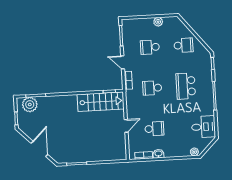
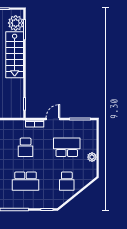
school desk: (150, 47) -> (67, 147), width x1.85
school desk: (186, 86) -> (26, 181), turned 180
school desk: (152, 88) -> (26, 147), turned 180
stairs: (101, 102) -> (15, 55), moved

